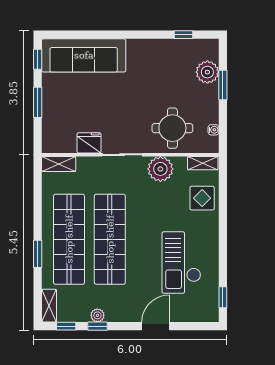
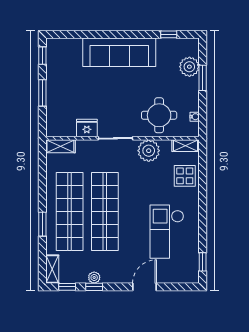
sofa: (84, 55) -> (119, 52), moved

